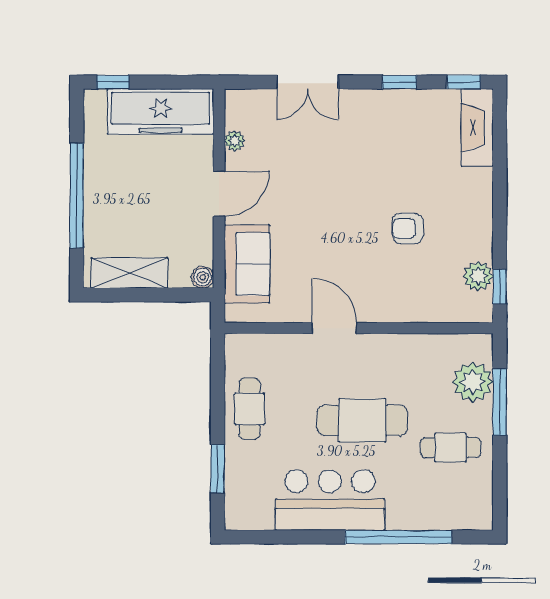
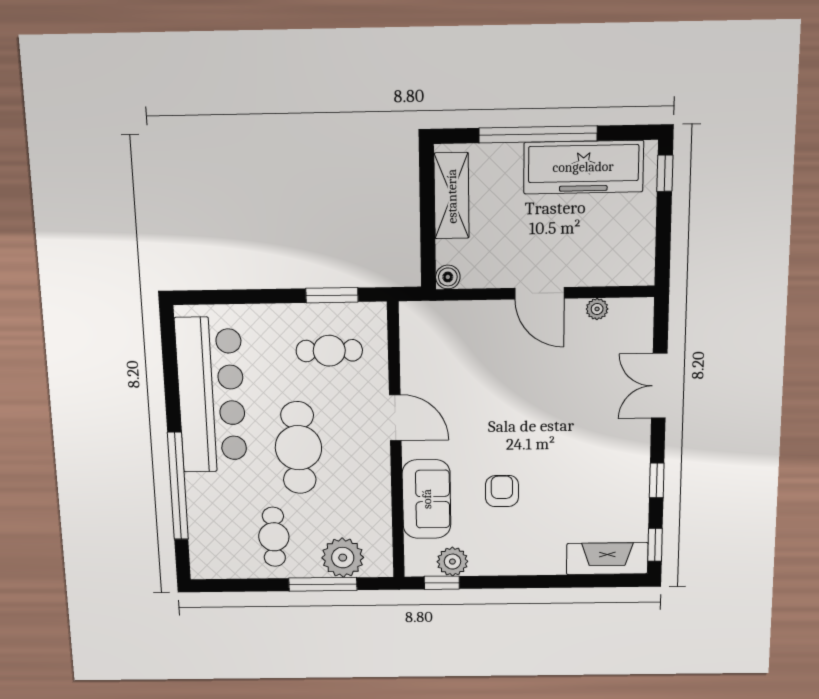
freezer: (161, 112) -> (583, 167), moved, turned -90
sofa: (247, 264) -> (427, 499), moved, turned -90
door: (334, 328) -> (395, 418), hinge flipped
cafe table: (249, 409) -> (329, 351), moved
window: (218, 469) -> (332, 295), moved
bar counter: (330, 500) -> (211, 395), width x1.36

